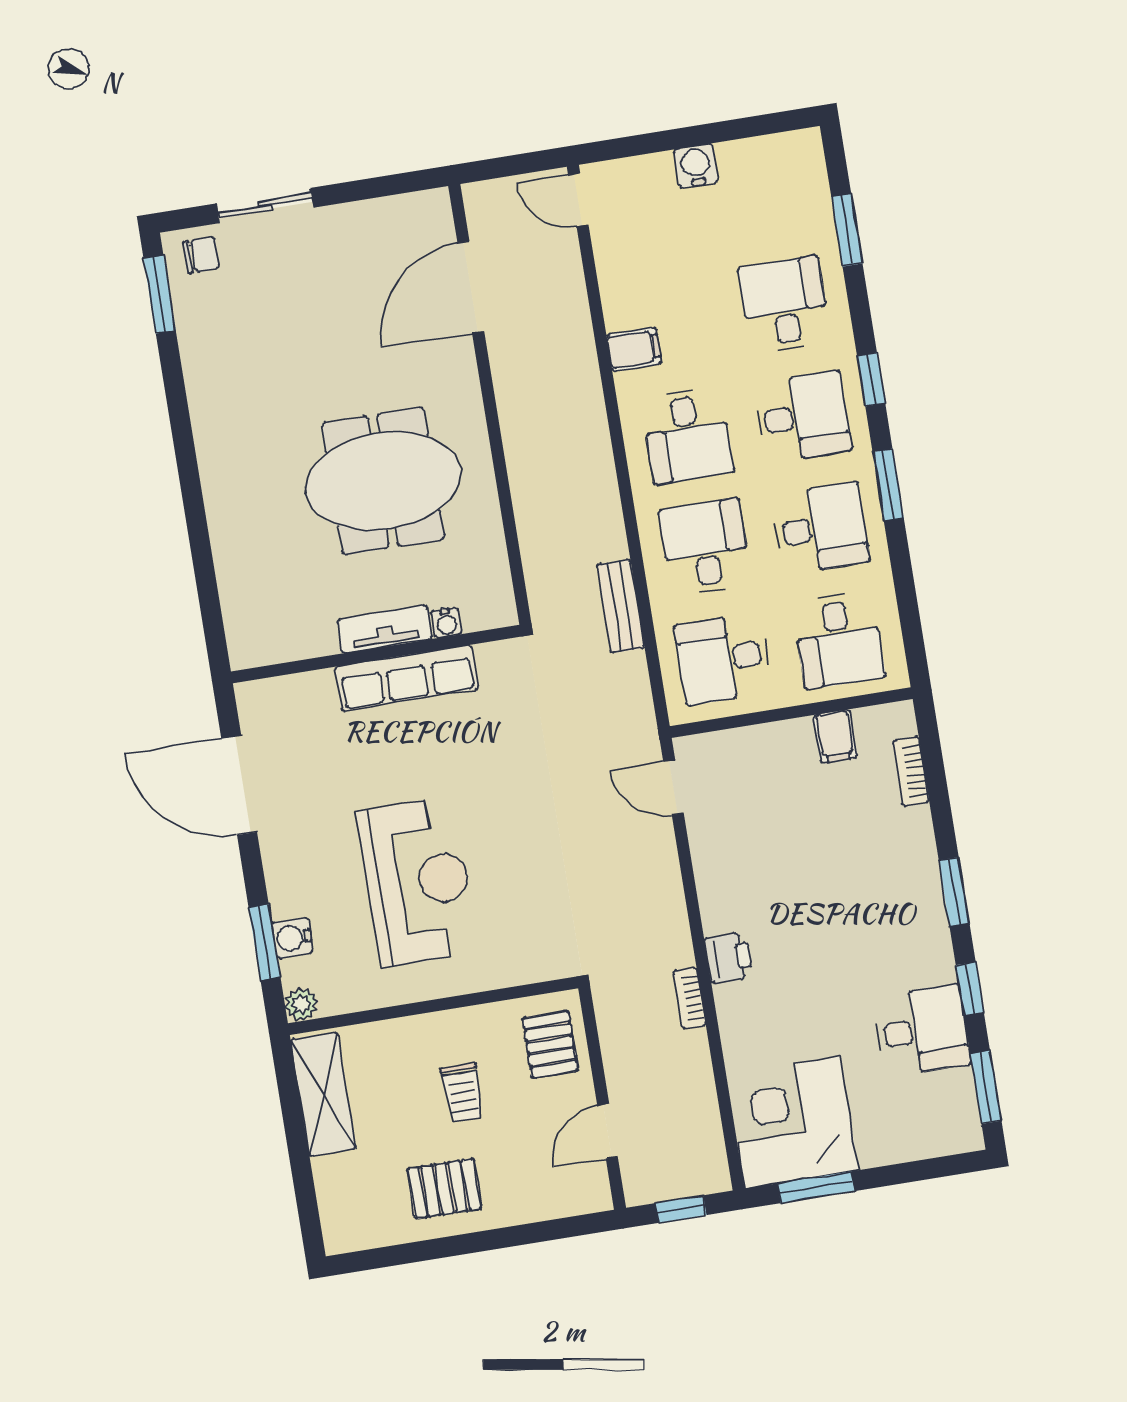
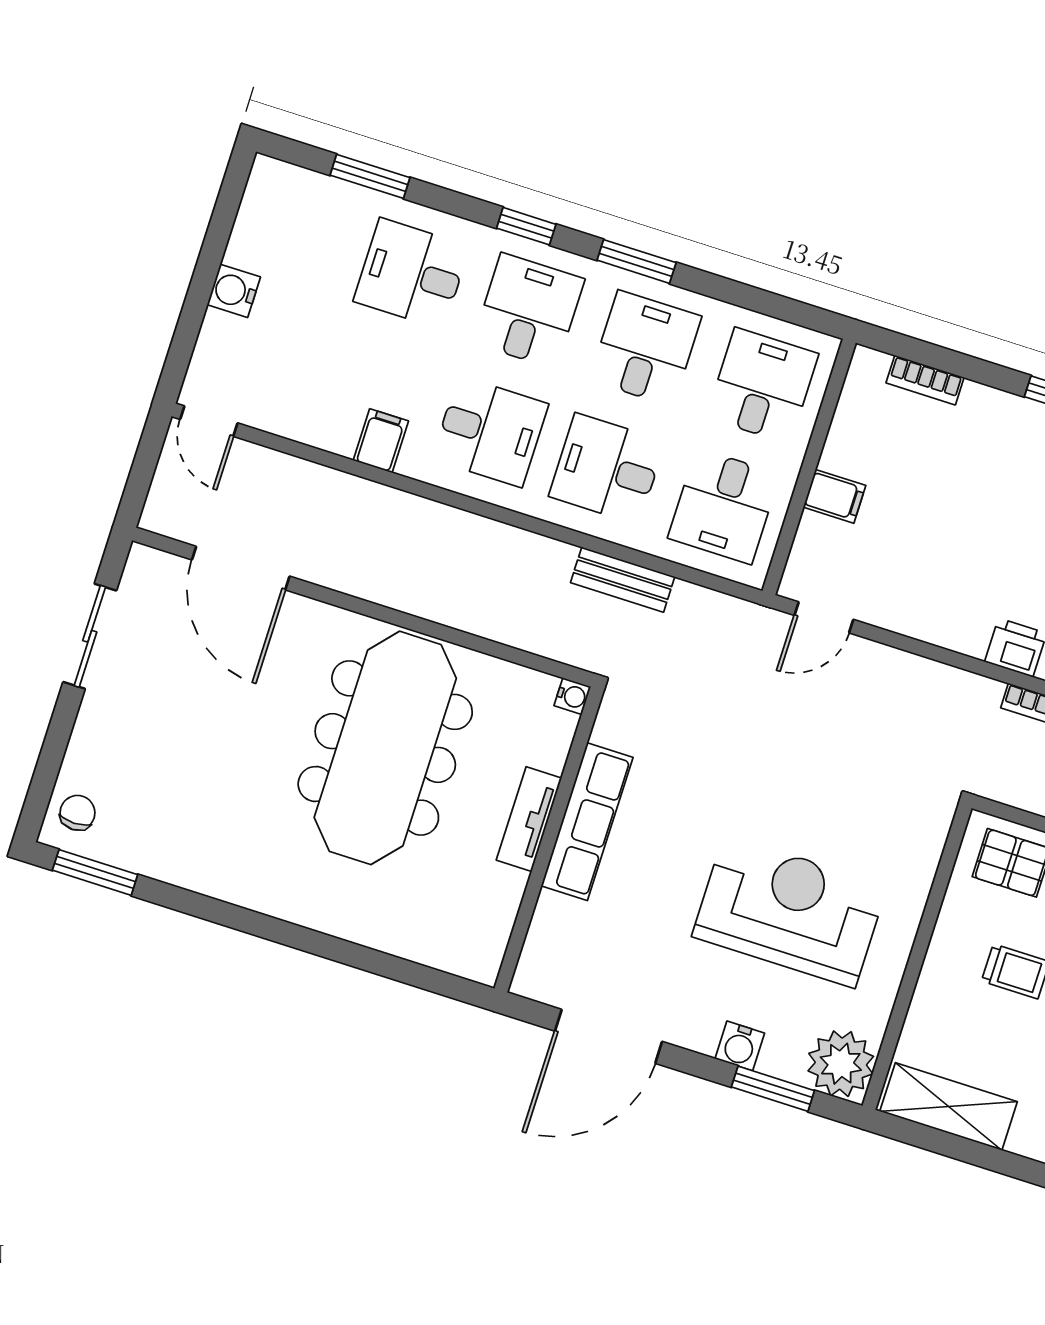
door: (578, 200) -> (209, 421), hinge flipped
sliding door: (265, 205) -> (90, 636), moved
meeting table: (383, 481) -> (385, 748), width x1.36
water cooler: (446, 623) -> (572, 696), moved
desk: (839, 640) -> (762, 386), turned -90
filing cabinet: (835, 736) -> (835, 496), moved
water cooler: (292, 938) -> (740, 1046), moved
plant: (302, 1004) -> (841, 1064), width x1.87, depth x1.87

